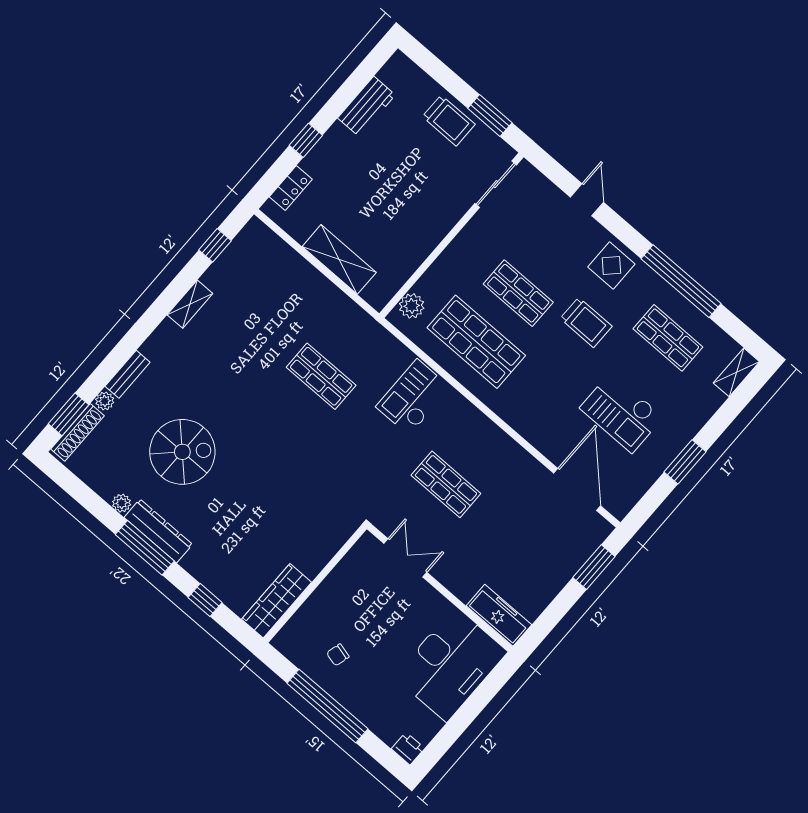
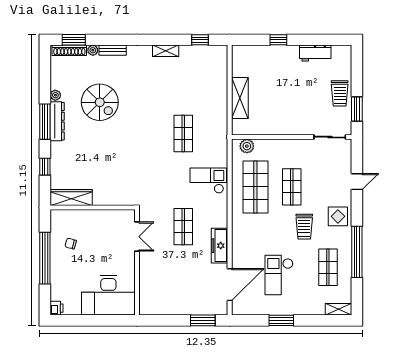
locker: (291, 188) -> (252, 51), removed
freezer: (499, 615) -> (220, 246), moved, turned 180

